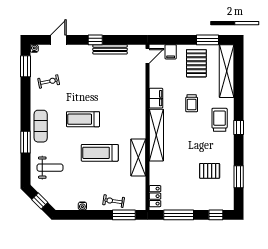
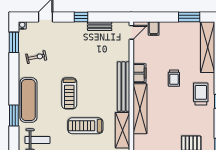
bench: (110, 49) -> (100, 26), width x0.73
pallet: (196, 63) -> (178, 39), removed
bench: (139, 112) -> (124, 87), added
treadmill: (83, 119) -> (69, 93), turned -90
exercise mat: (41, 126) -> (28, 100), width x1.36, depth x1.45

